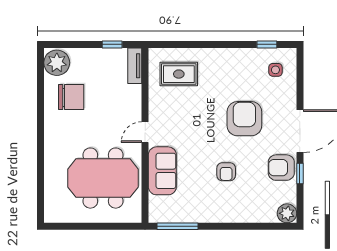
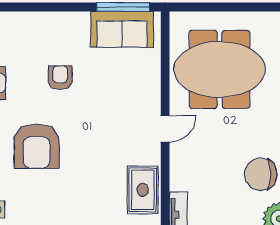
rug: (179, 74) -> (143, 190), moved, turned 90
sofa: (162, 171) -> (122, 29), moved, turned -90

